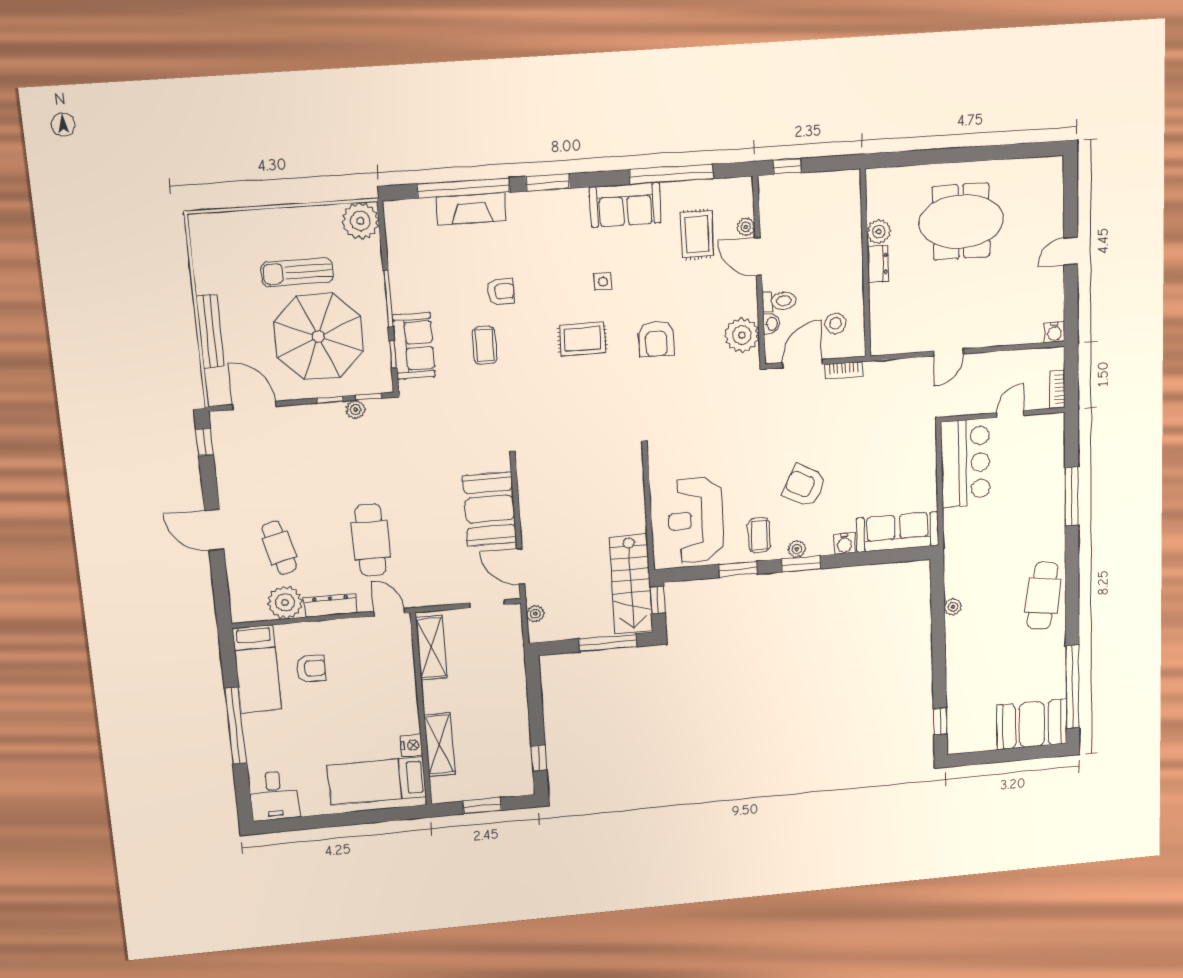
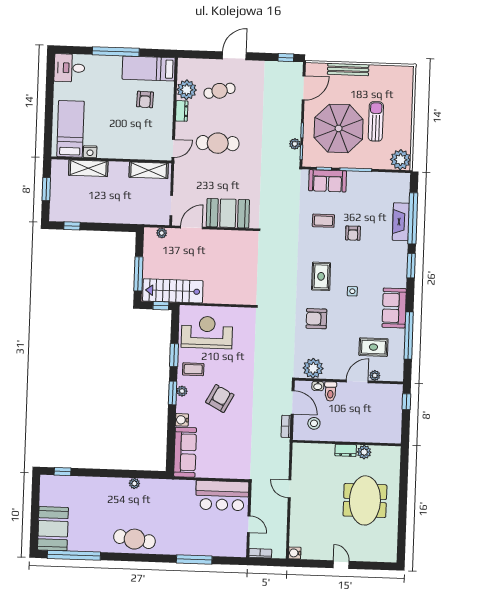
dresser: (331, 606) -> (182, 111), width x0.70

